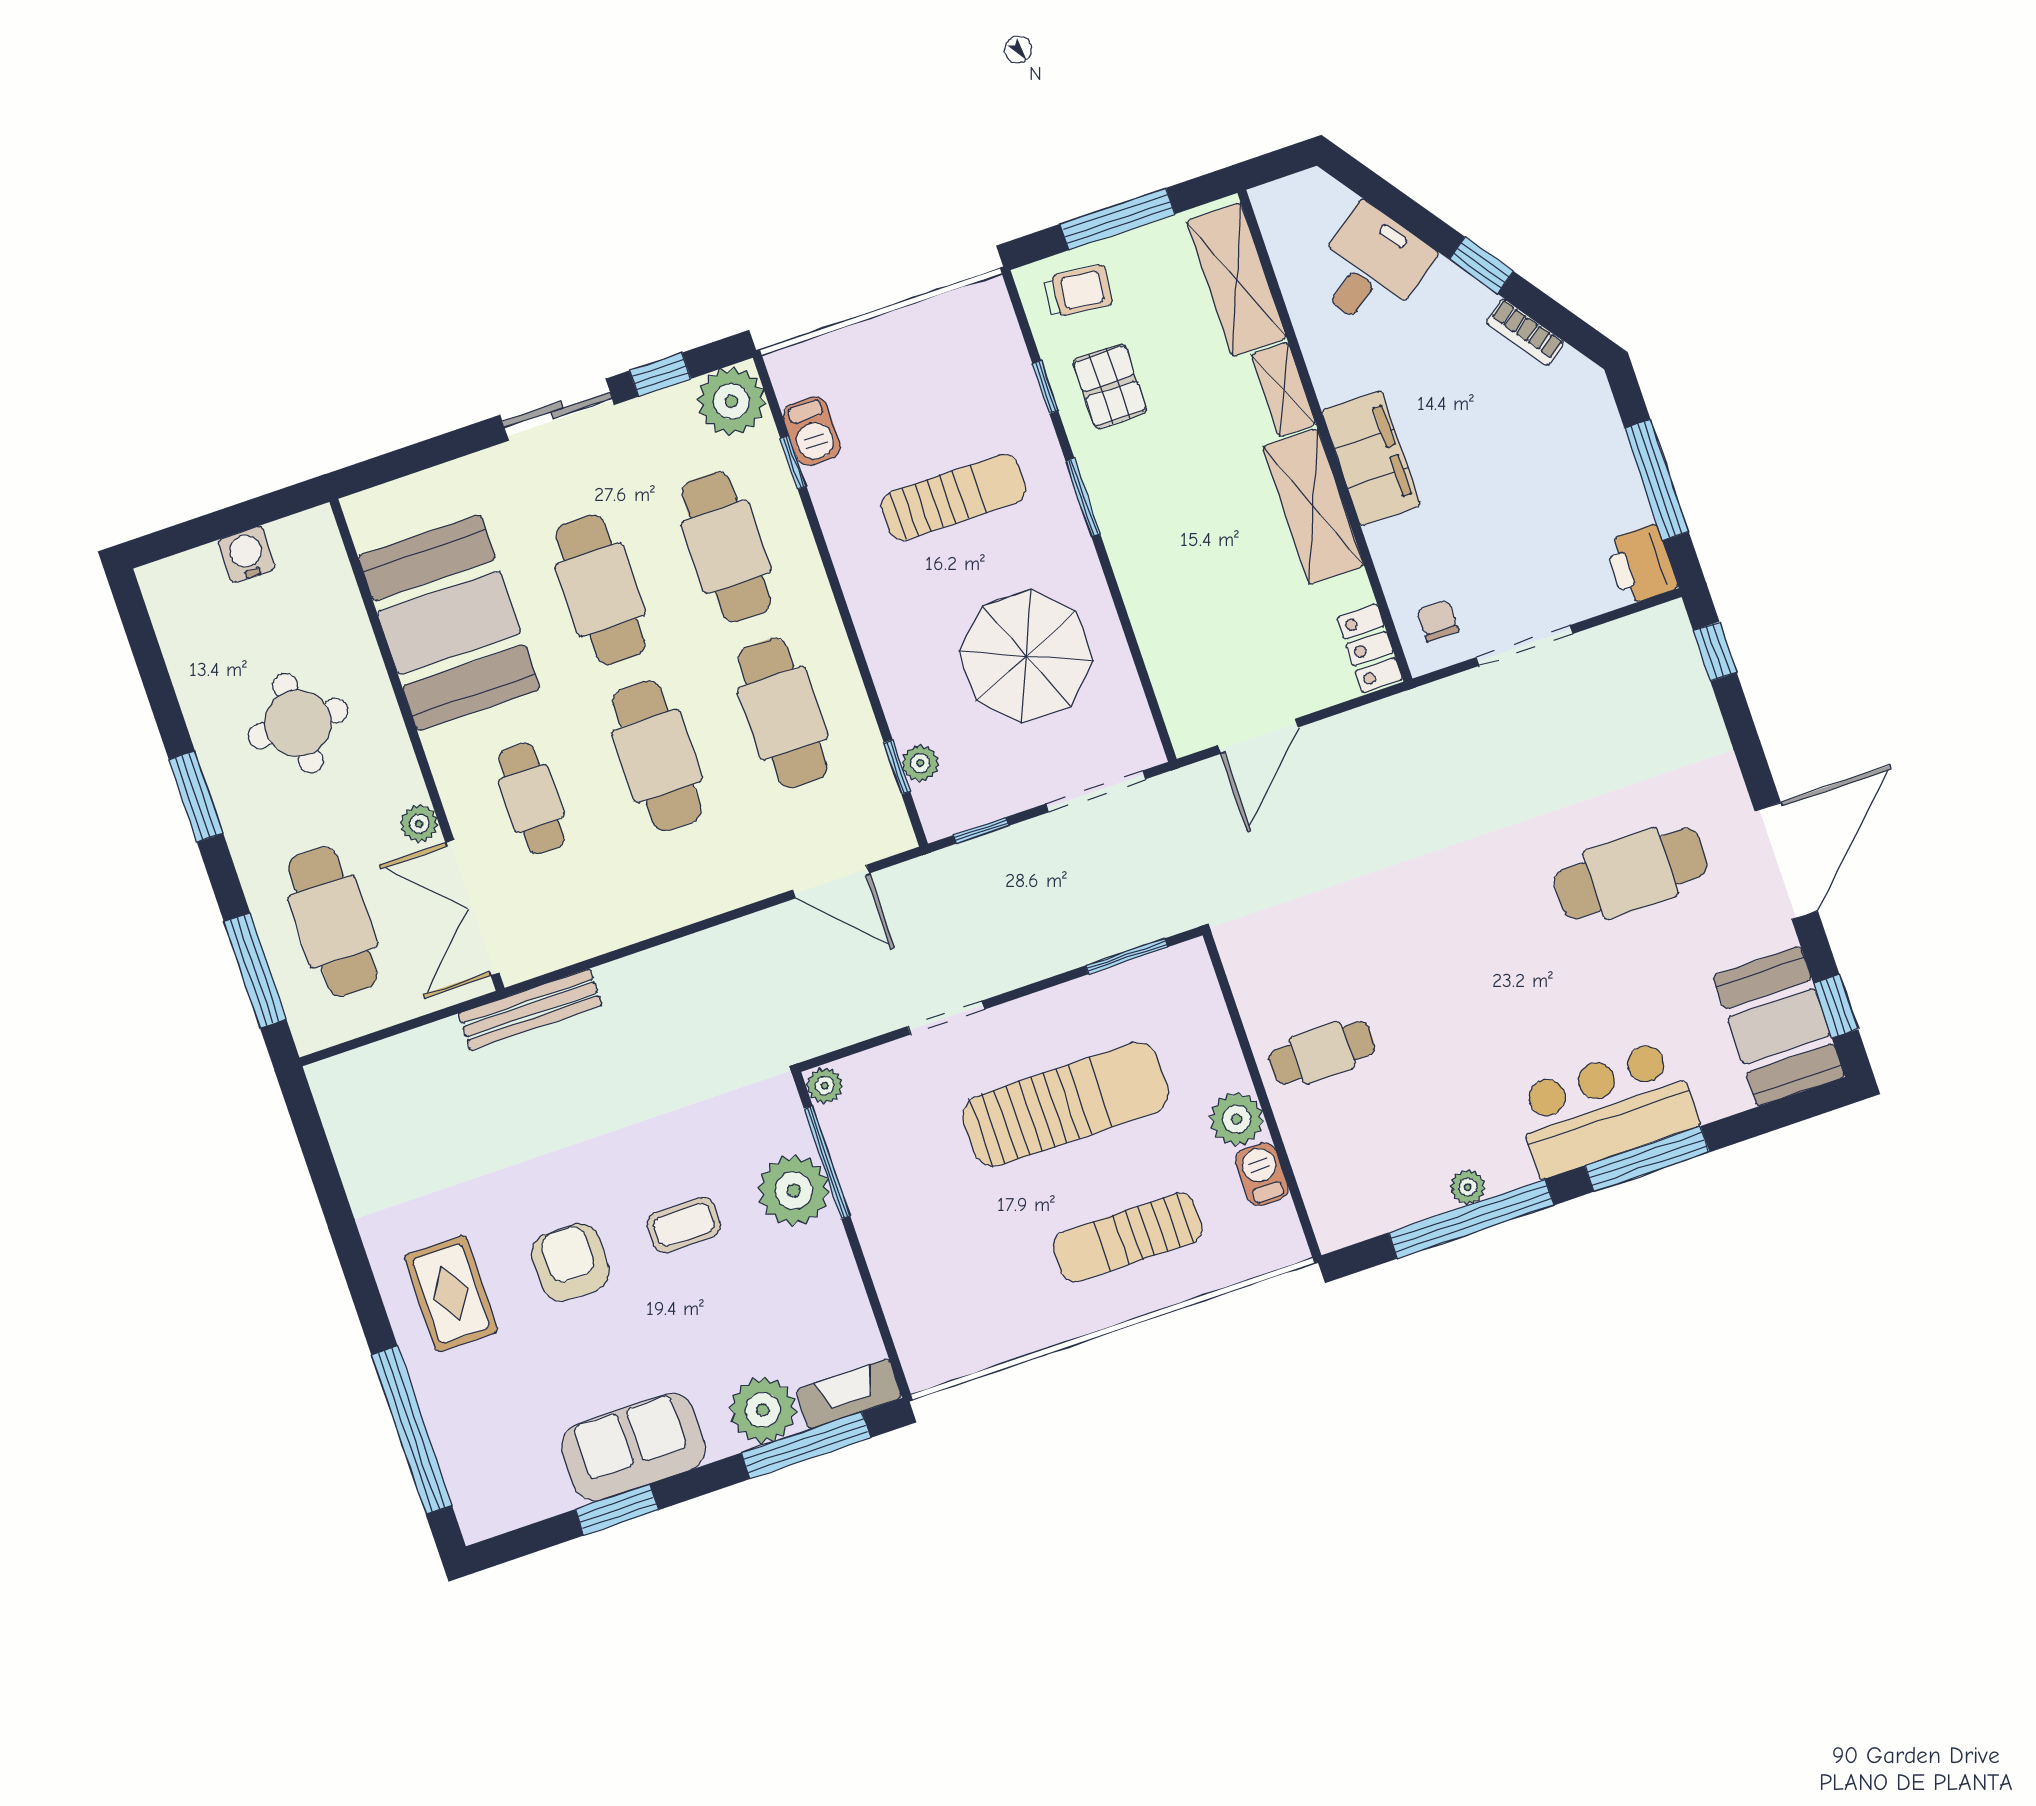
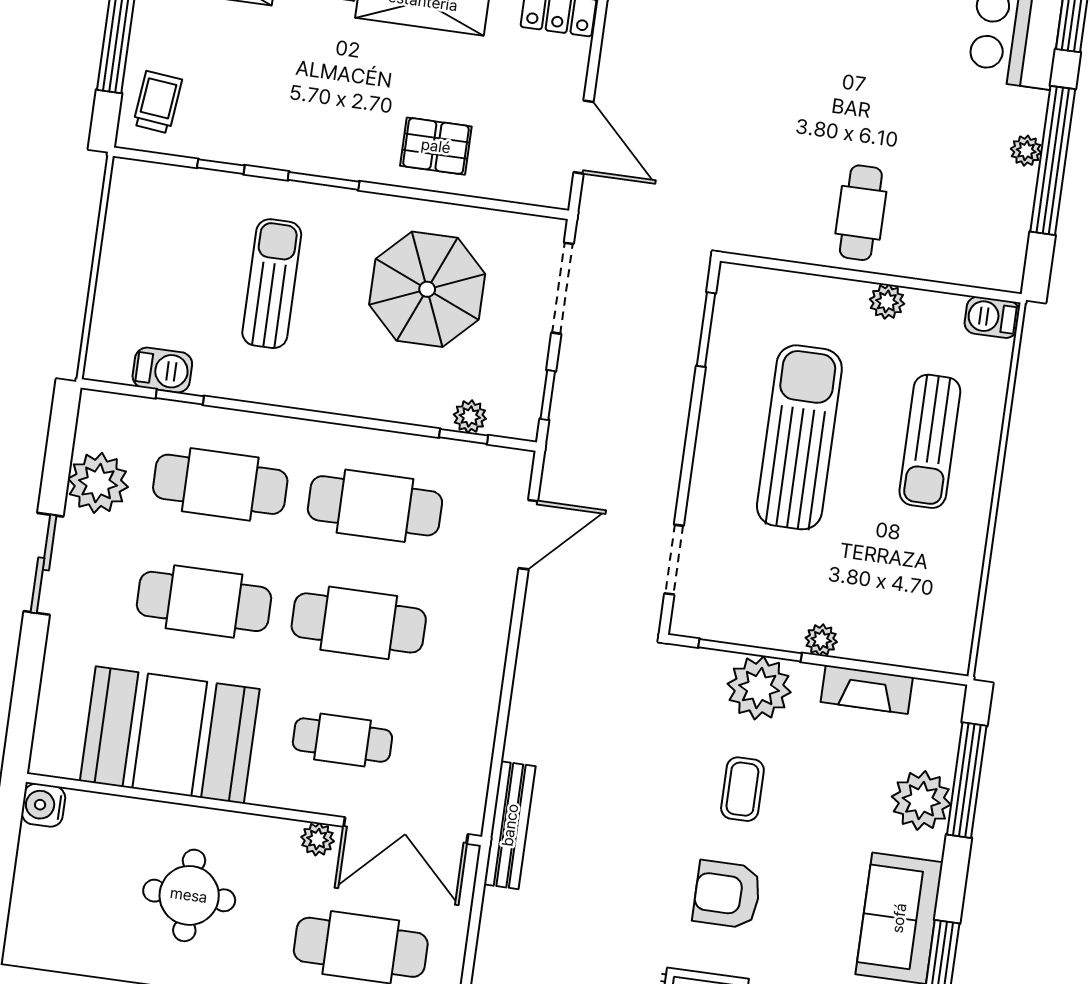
window: (660, 375) -> (57, 468), removed
pallet: (1110, 386) -> (436, 146), moved
plant: (731, 401) -> (98, 483), moved
water cooler: (247, 555) -> (43, 805), moved
doorway: (946, 1018) -> (674, 560), moved
plant: (825, 1086) -> (821, 640), moved
plant: (1237, 1119) -> (887, 302), width x0.73, depth x0.73
barbecue: (1262, 1174) -> (992, 317), moved
fireplace: (849, 1394) -> (867, 690), moved, turned -90

